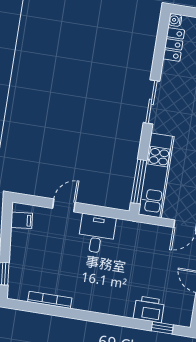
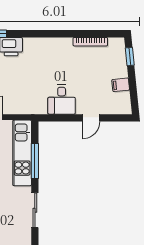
window: (139, 182) -> (35, 161), moved
filing cabinet: (22, 220) -> (121, 85), moved

